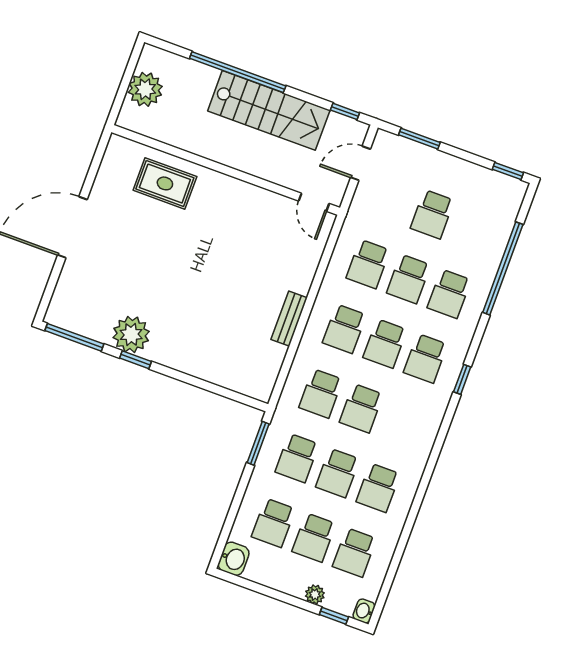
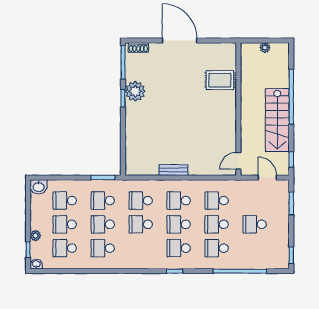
plant: (145, 89) -> (265, 48), width x0.53, depth x0.53
rug: (165, 183) -> (220, 80), turned 90
shoe rack: (58, 302) -> (138, 47), added

